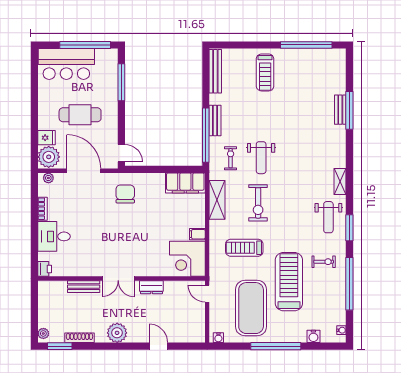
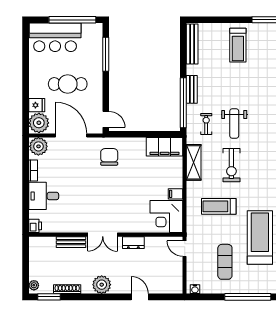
plant: (48, 178) -> (38, 146), width x1.87, depth x1.87
exercise mat: (251, 308) -> (225, 262), width x0.50, depth x0.69

